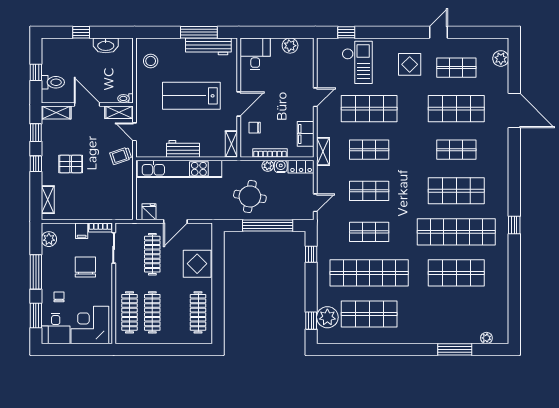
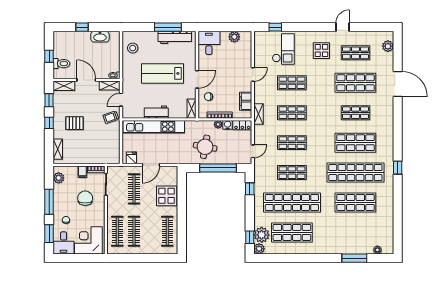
shop shelf: (369, 109) -> (292, 83), width x0.70, depth x0.74
door: (135, 132) -> (121, 100), hinge flipped
plant: (324, 336) -> (259, 249), added

